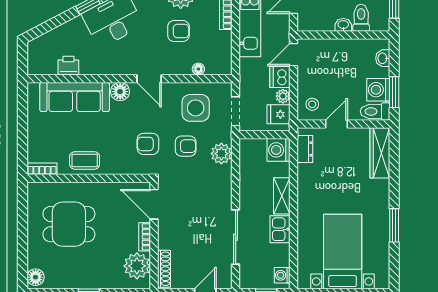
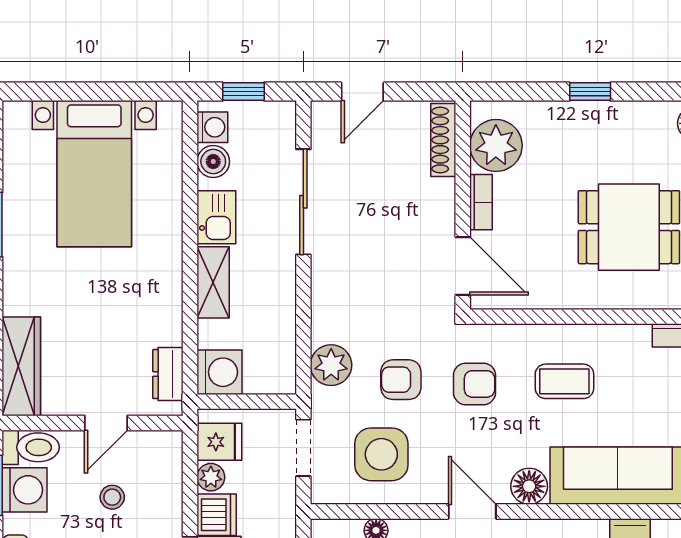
stool: (312, 104) -> (112, 497), moved
coffee table: (85, 160) -> (564, 381), moved
boiler: (282, 258) -> (213, 162), added

